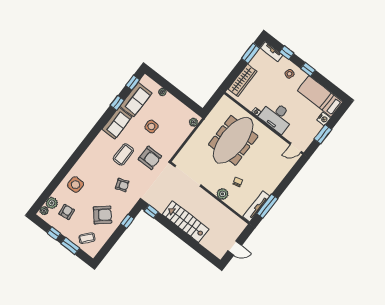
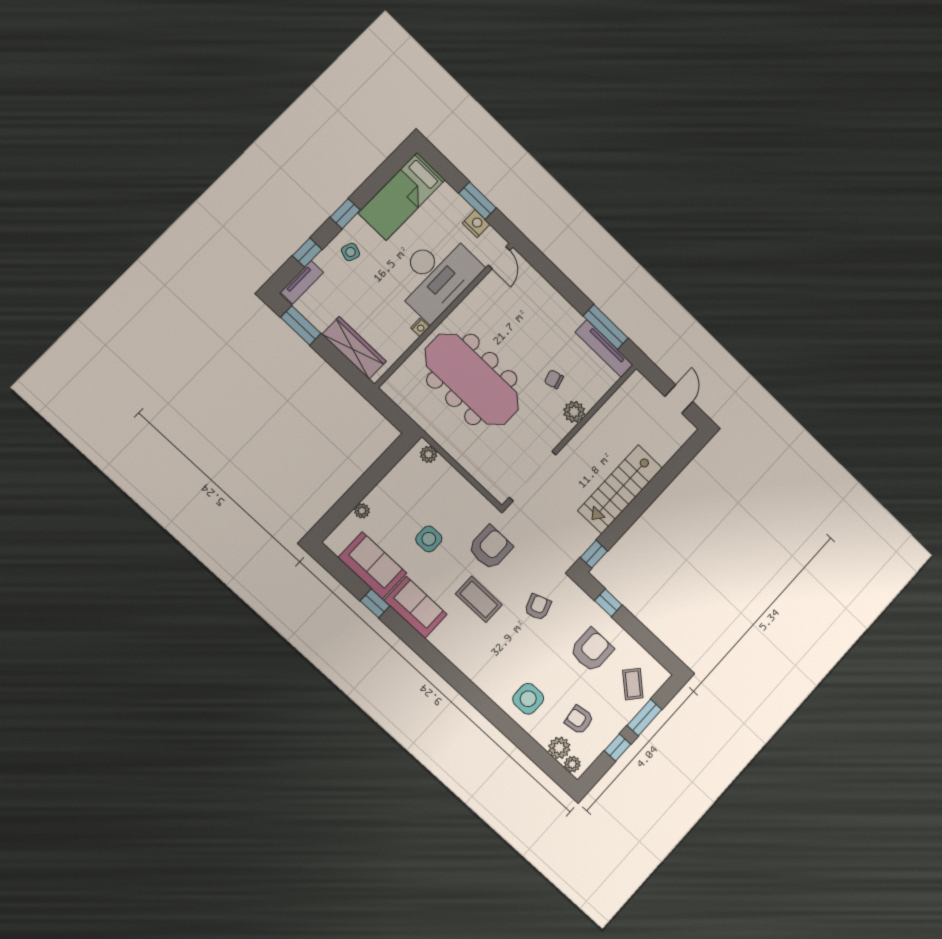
window: (133, 83) -> (337, 569), removed
desk: (277, 117) -> (436, 275), width x1.36, depth x1.30
nightstand: (324, 119) -> (476, 224), moved
armchair: (103, 215) -> (592, 650), turned 41

